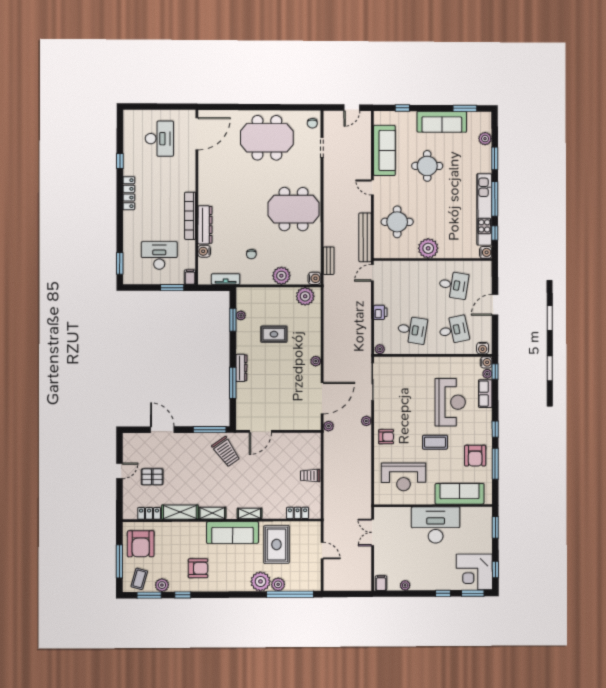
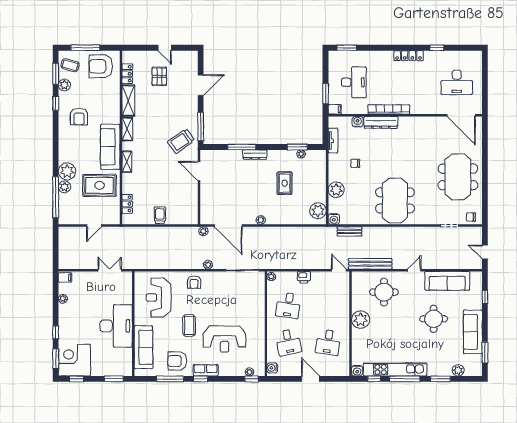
water cooler: (486, 362) -> (260, 371), removed
row of seats: (485, 394) -> (206, 370), moved

